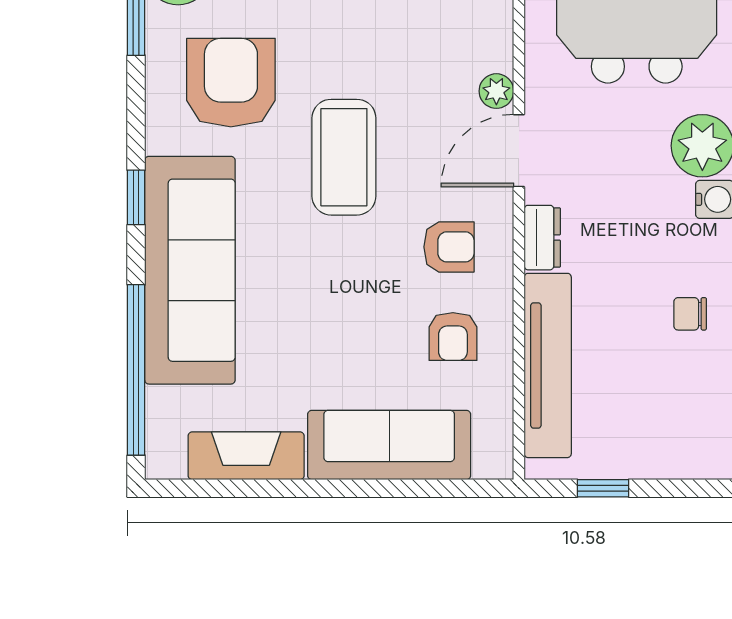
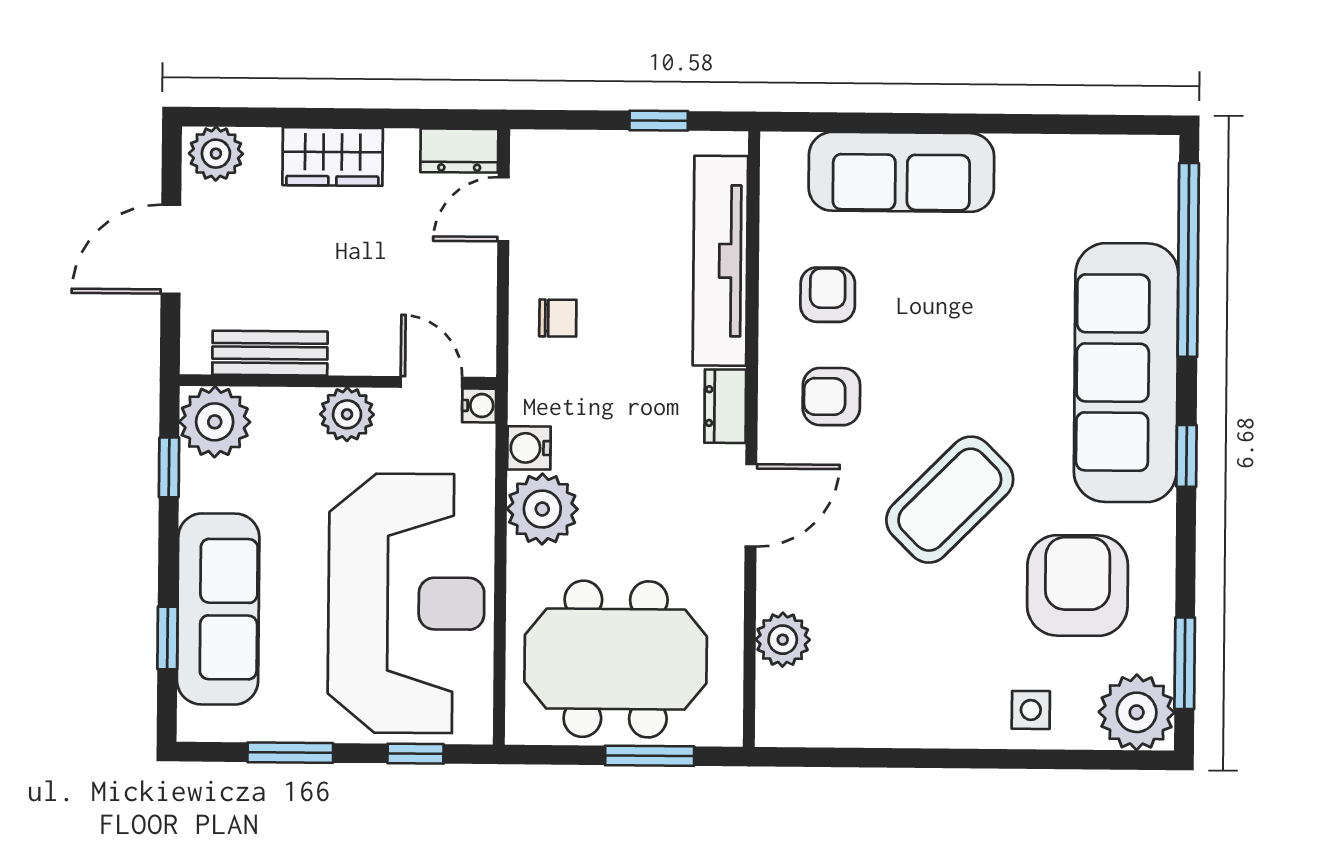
armchair: (231, 83) -> (1078, 585), turned 180
plant: (496, 91) -> (783, 640), moved, width x1.38, depth x1.38
coffee table: (344, 157) -> (950, 500), turned 45
fireplace: (246, 456) -> (1064, 161), removed

